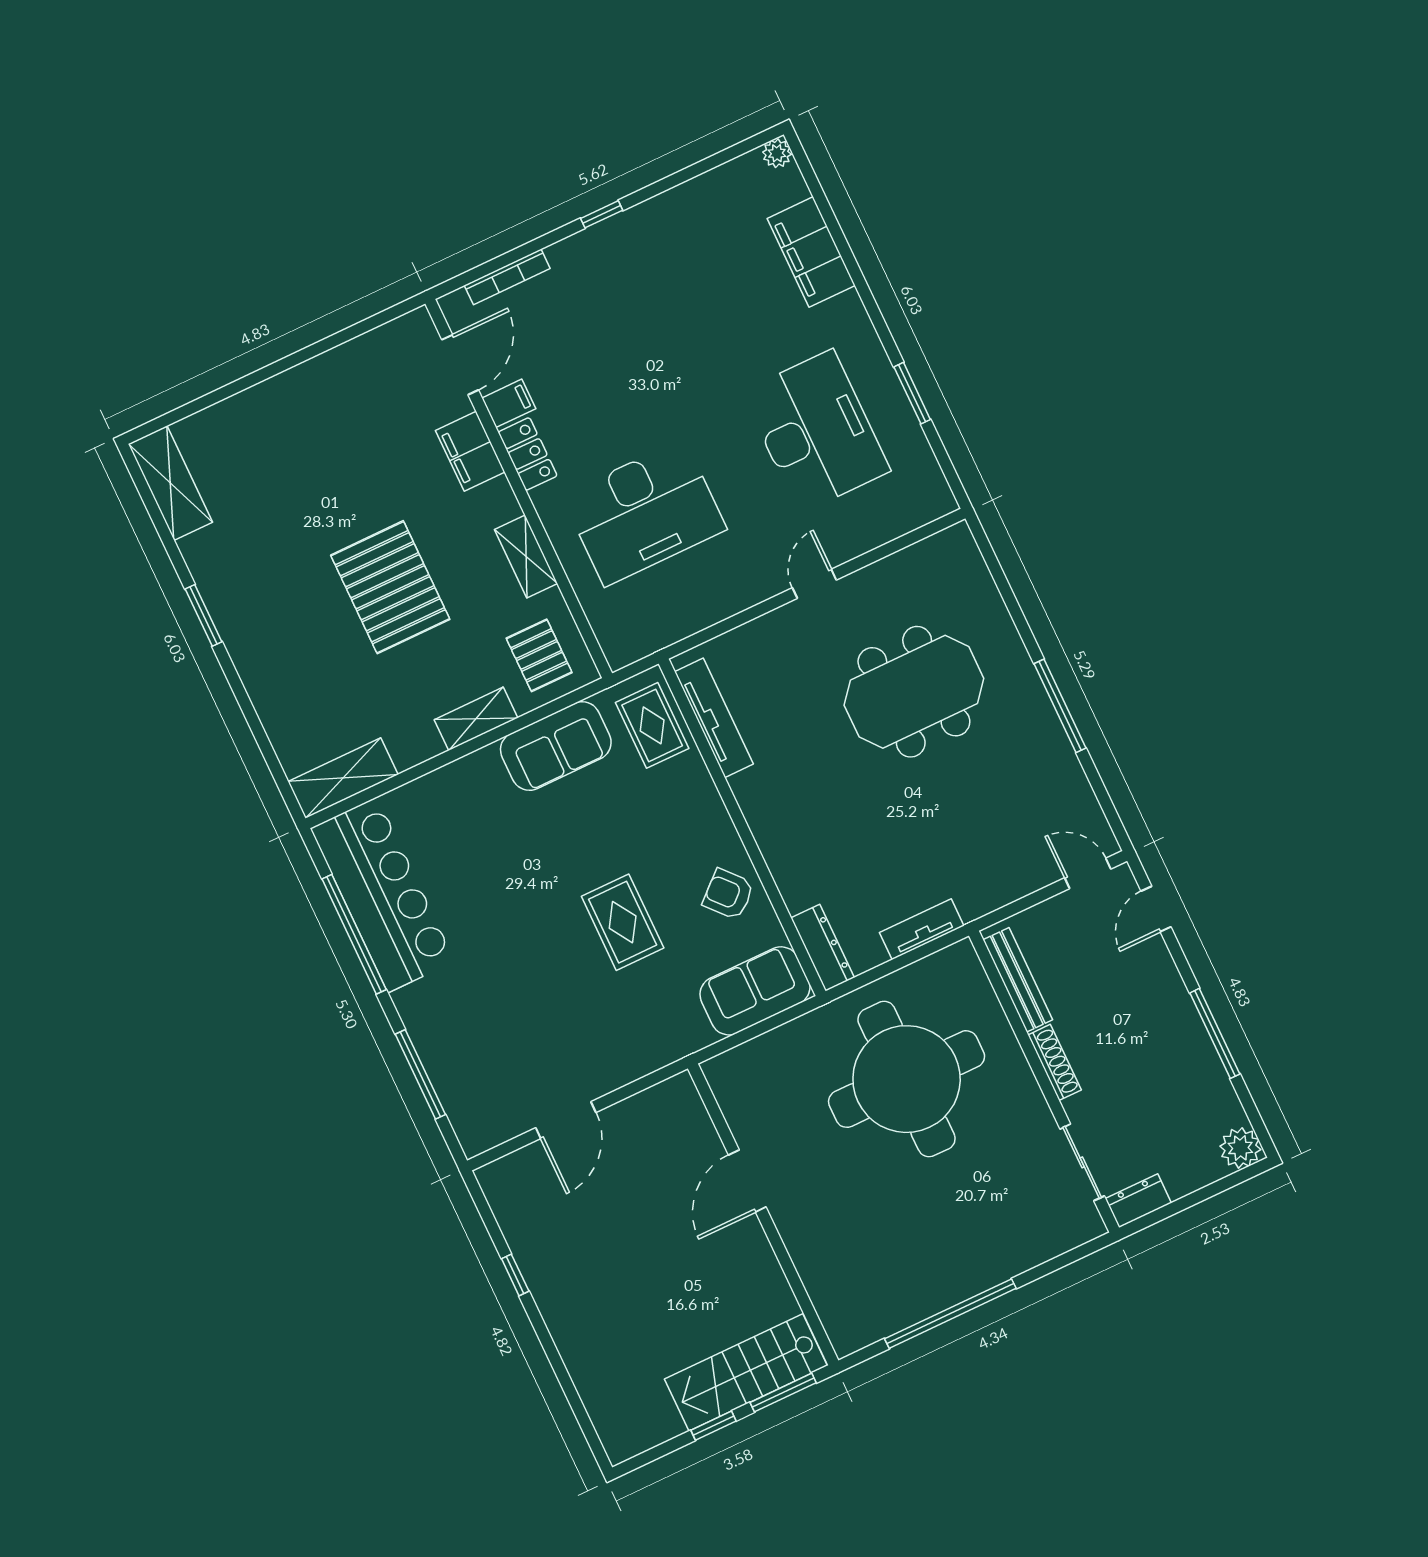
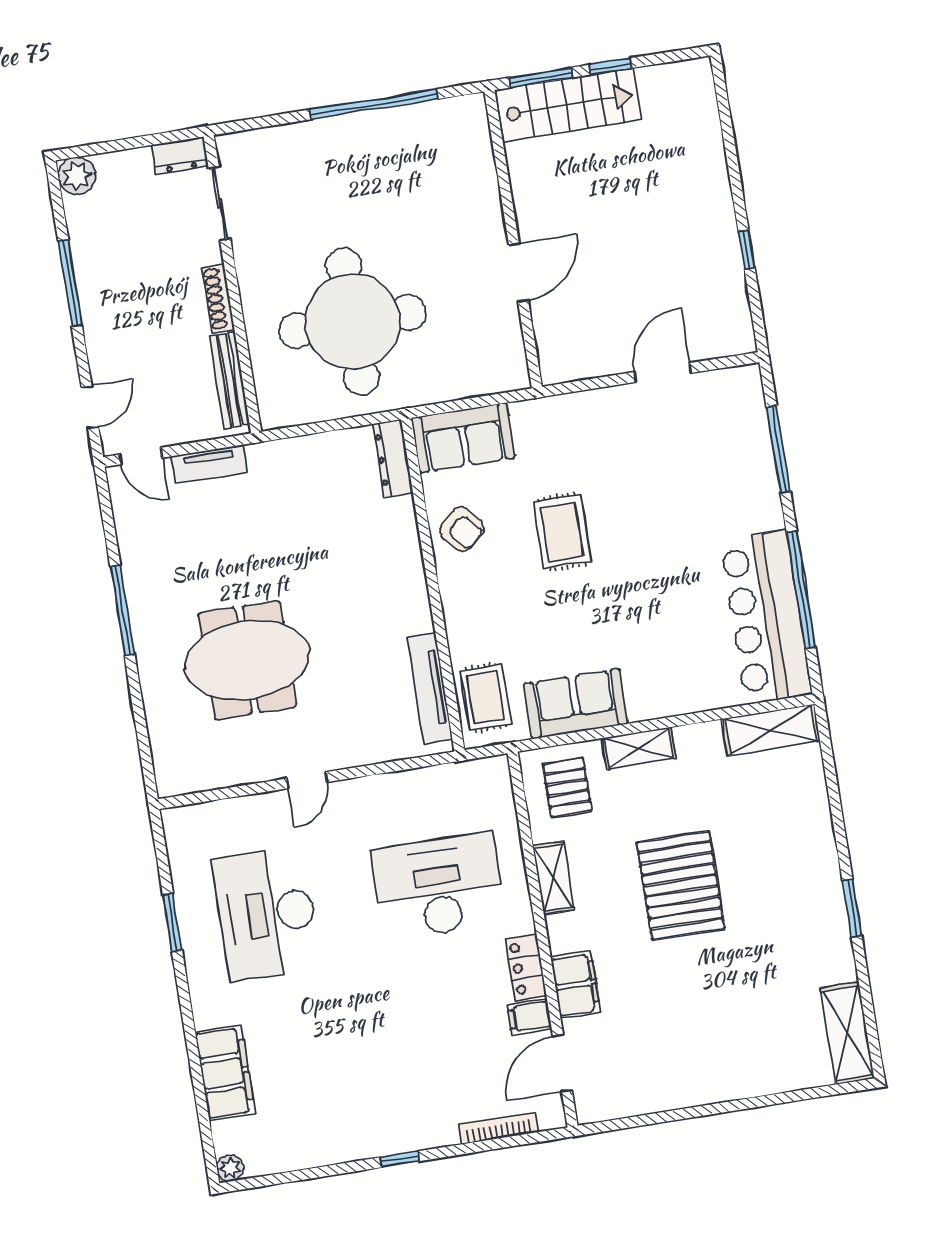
tv unit: (922, 929) -> (209, 464), moved

